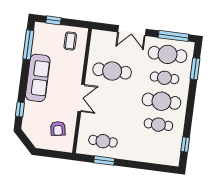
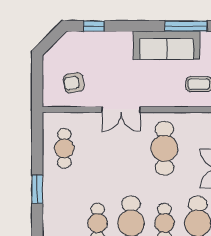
sofa: (38, 78) -> (167, 45), moved
window: (104, 161) -> (37, 189), moved

